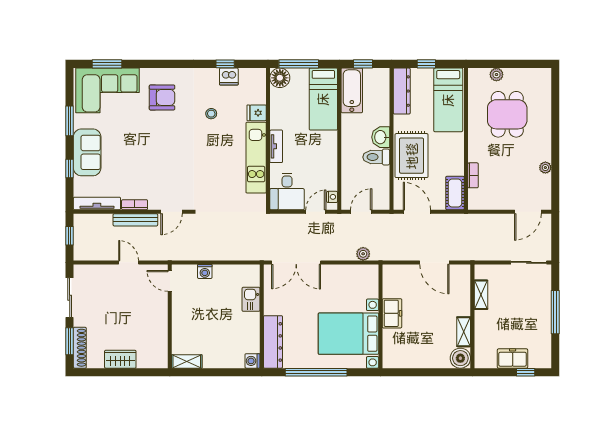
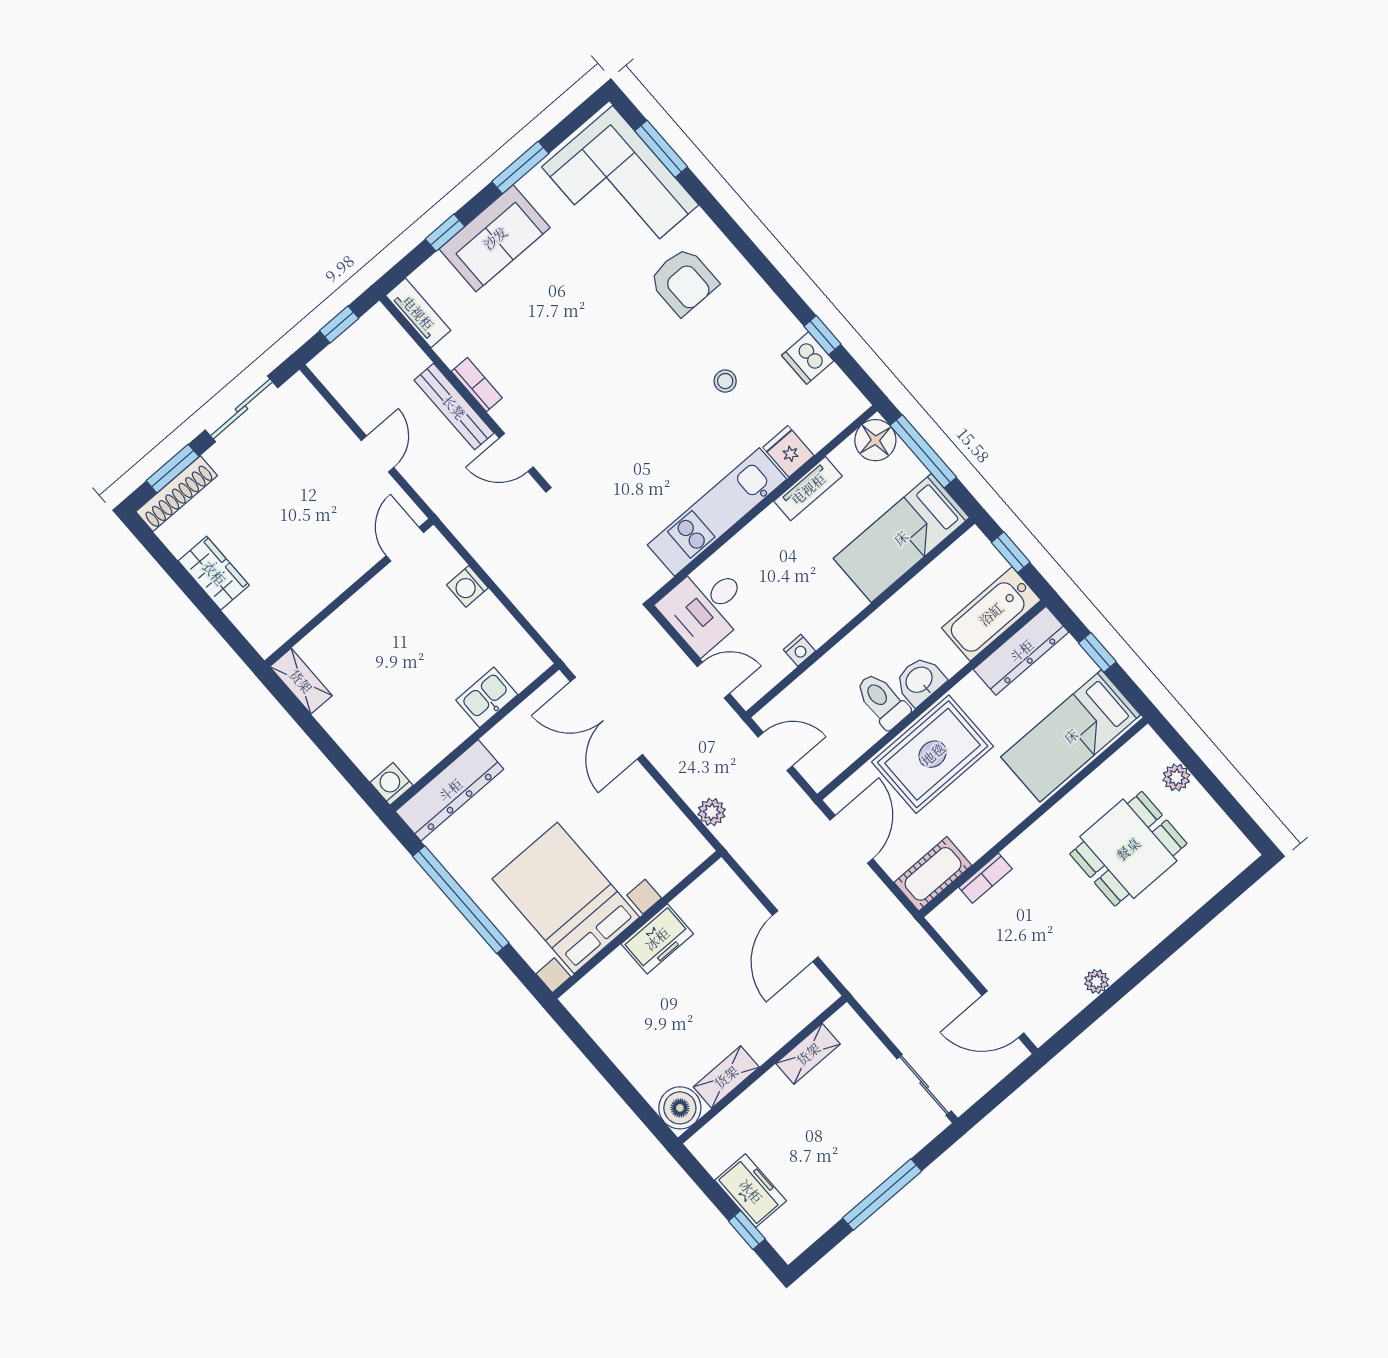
bathtub: (352, 90) -> (991, 614), moved, turned 180
tv unit: (276, 146) -> (808, 489), moved
nightstand: (332, 197) -> (799, 650), moved
tv unit: (97, 203) -> (418, 313), width x0.71

